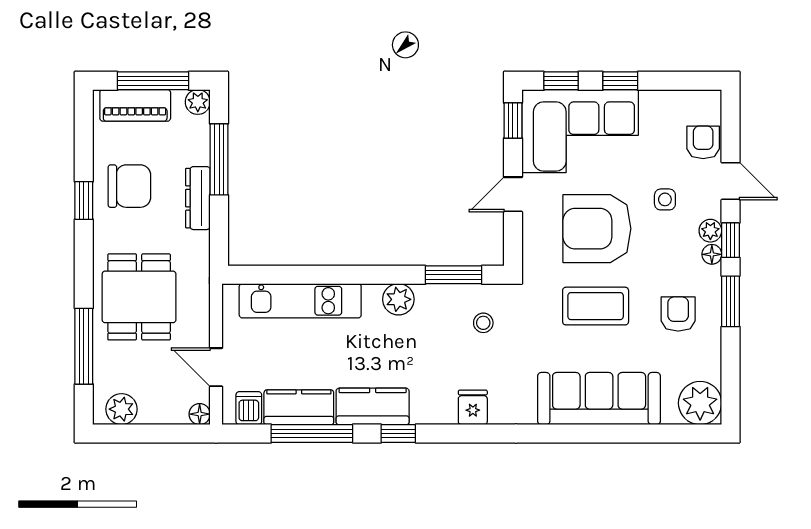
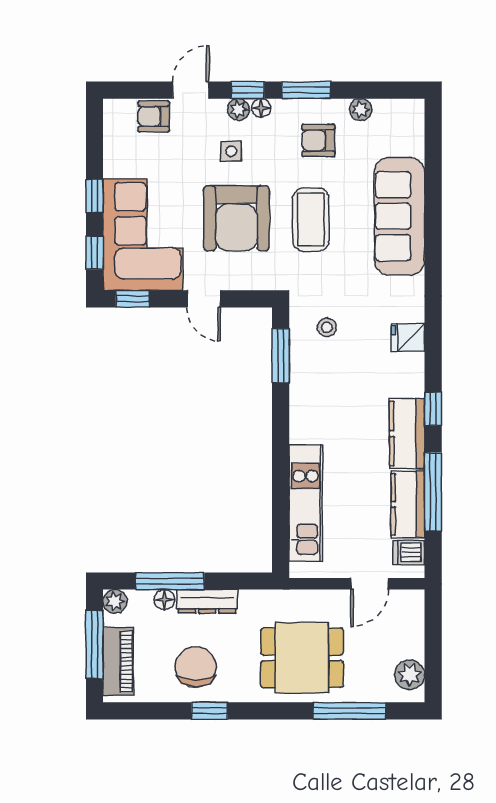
side table: (665, 199) -> (231, 151), moved
plant: (398, 299) -> (304, 409), removed
plant: (700, 403) -> (361, 110), moved, width x0.53, depth x0.53
floor lamp: (200, 414) -> (165, 600), moved

